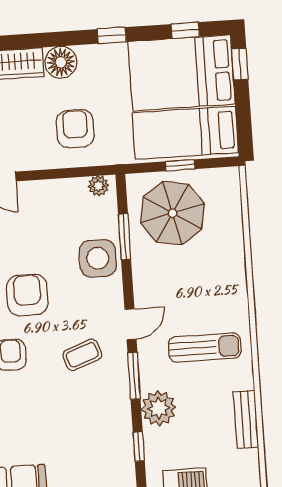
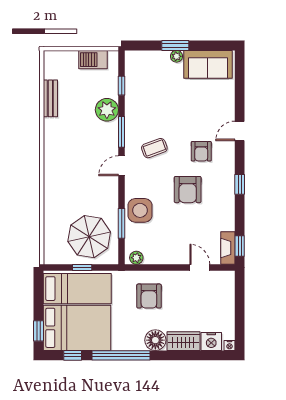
window: (112, 35) -> (121, 355), width x3.17
sun lounger: (205, 347) -> (74, 147), removed

